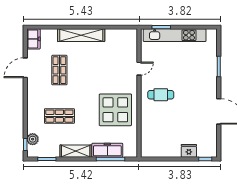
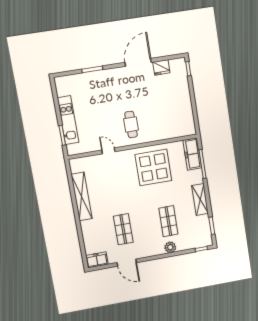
shelving: (81, 35) -> (82, 197), moved
kitchen unit: (175, 35) -> (68, 120), width x0.73
shop shelf: (59, 70) -> (123, 229), turned 90
plant: (33, 139) -> (170, 247), moved
freezer: (107, 150) -> (192, 154), moved
fridge: (189, 151) -> (161, 67), moved, turned -90

